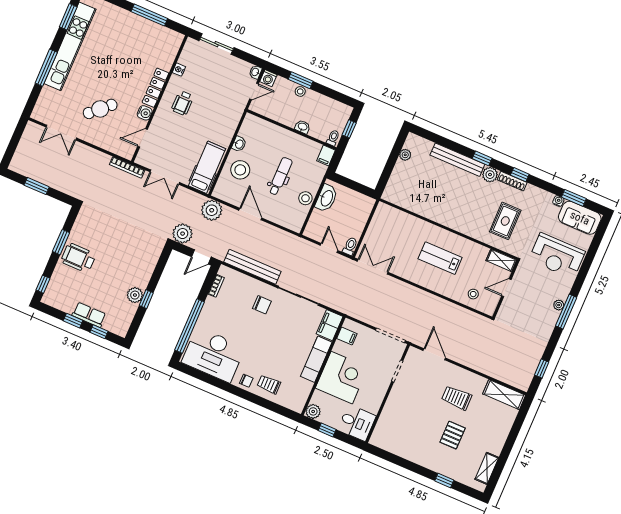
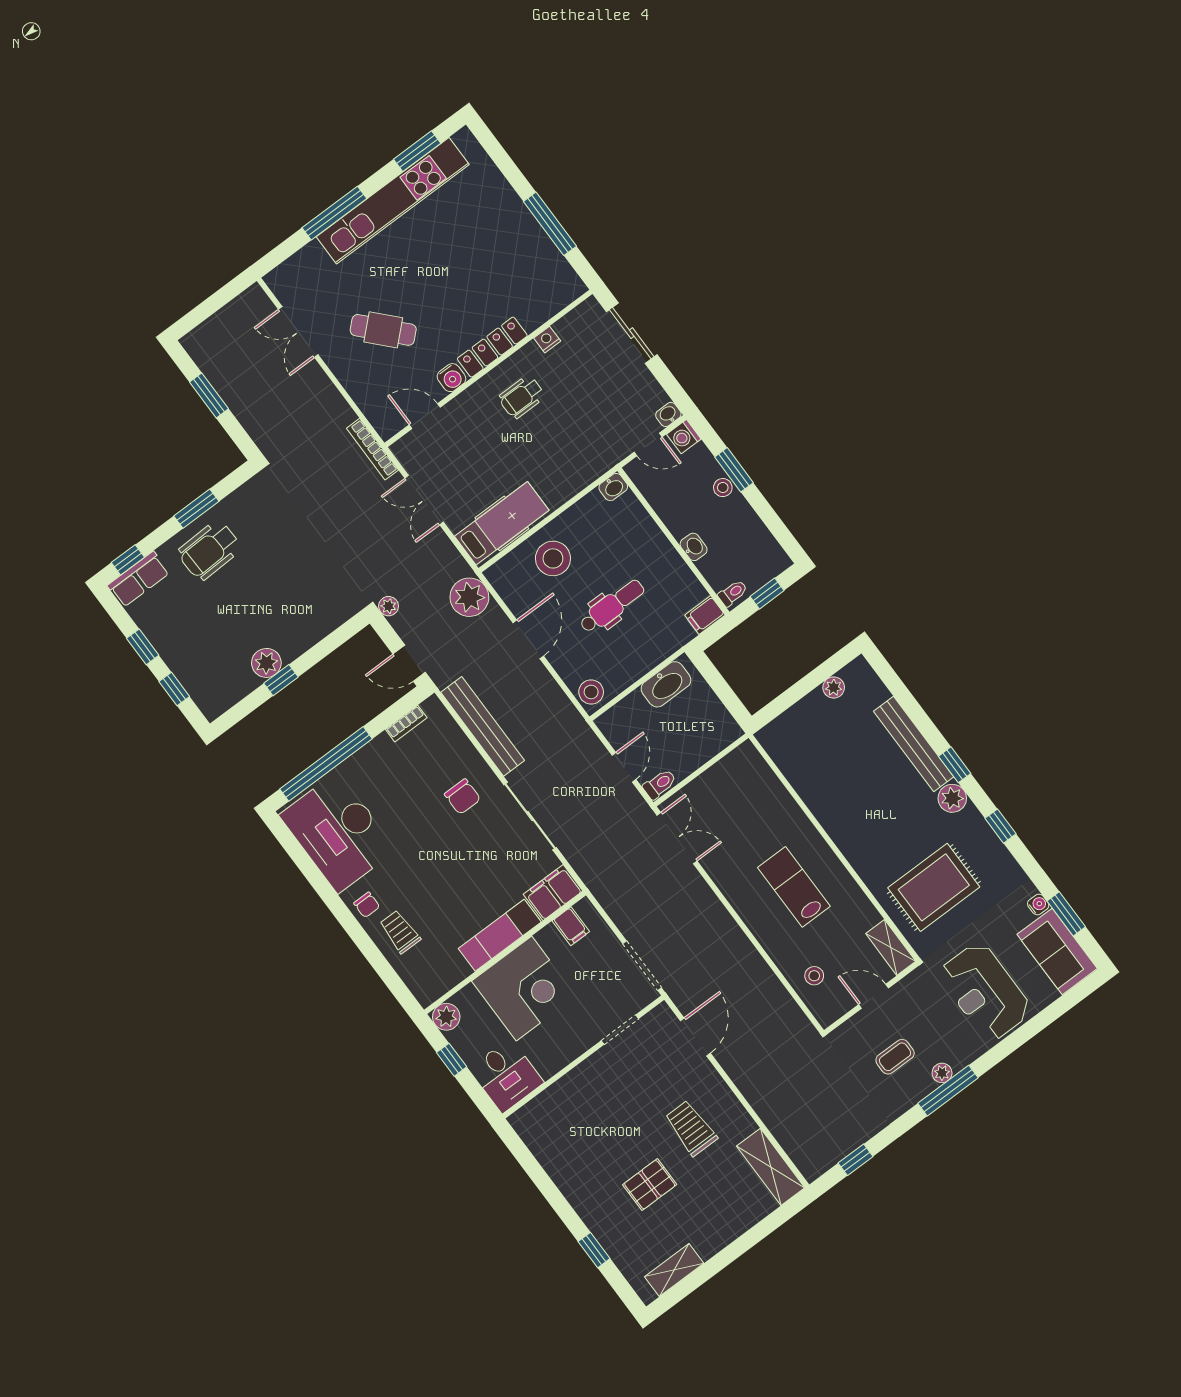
washbasin: (239, 144) -> (613, 487), moved
shoe rack: (512, 181) -> (982, 829), removed
stool: (305, 198) -> (591, 692), moved
rug: (505, 221) -> (934, 887), width x1.36, depth x1.43
plant: (183, 234) -> (389, 606), width x0.53, depth x0.53
wheelchair: (78, 258) -> (209, 550), turned -92
coffee table: (532, 310) -> (895, 1057), added
row of seats: (89, 315) -> (138, 579), moved, turned 90

